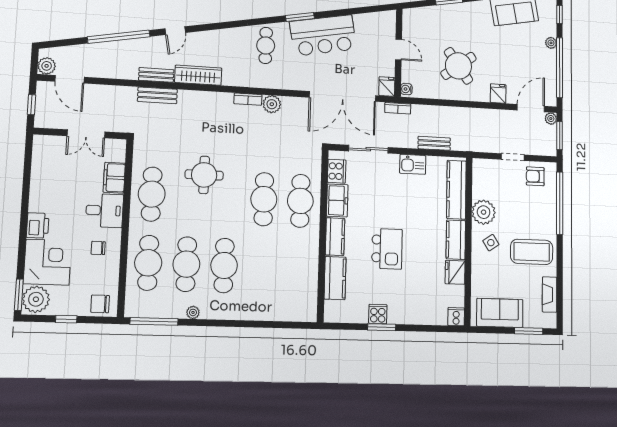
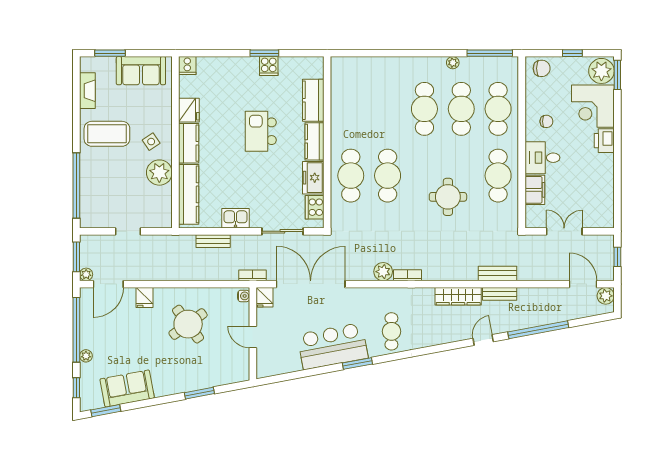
armchair: (535, 176) -> (103, 212), removed

